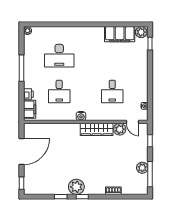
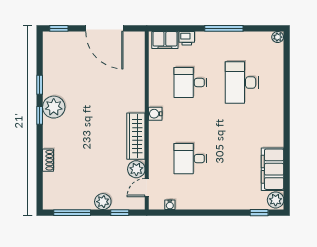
plant: (142, 168) -> (103, 202), moved

